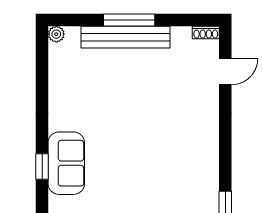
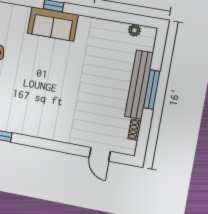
shoe rack: (206, 32) -> (134, 130), moved
plant: (56, 34) -> (134, 30), moved

